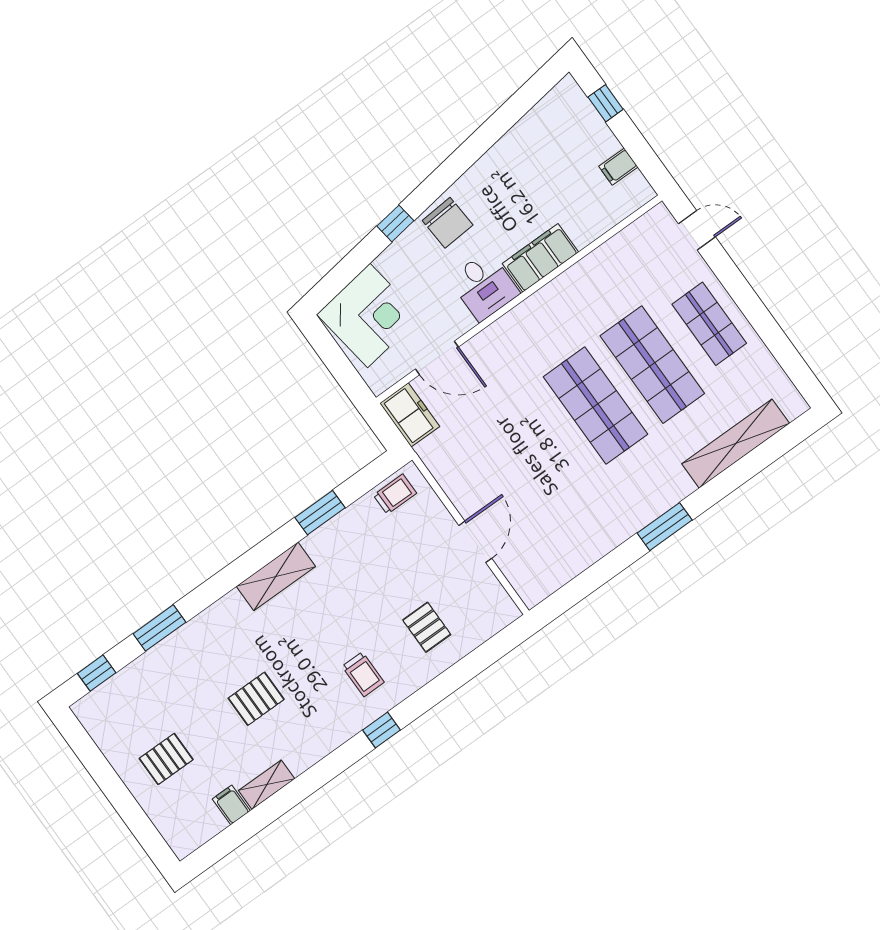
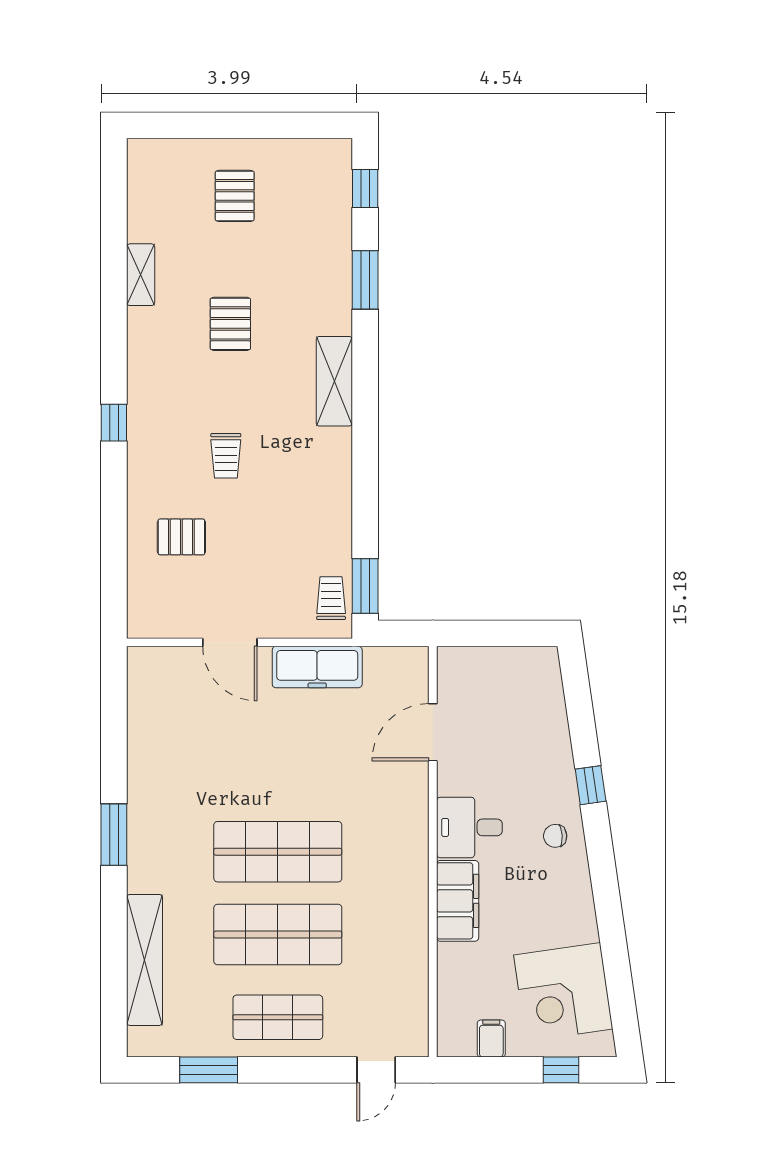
chair: (448, 223) -> (555, 836), width x0.54, depth x0.54
corner desk: (369, 315) -> (563, 992), moved
window: (780, 345) -> (209, 1070), added
freezer: (410, 415) -> (317, 667), moved, width x1.40
trolley: (395, 494) -> (331, 598), turned 180
window: (320, 513) -> (365, 586), moved
shelving: (276, 576) -> (334, 381), moved
trolley: (363, 674) -> (226, 456), moved, turned -90
filing cabinet: (231, 805) -> (146, 227), removed

